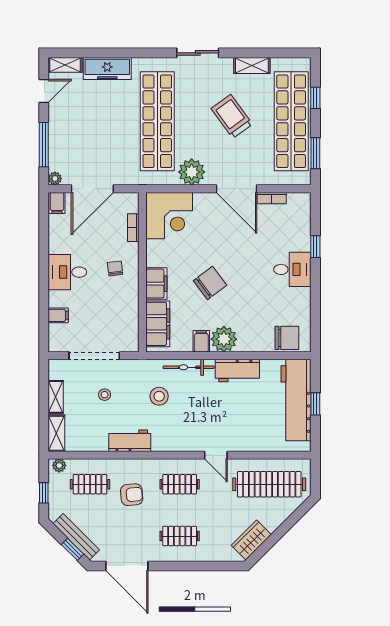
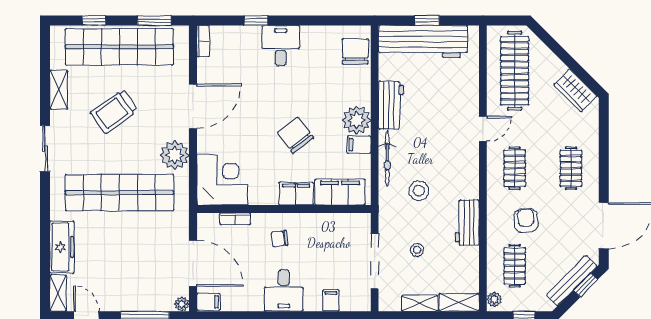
bookcase: (272, 198) -> (203, 41), moved

